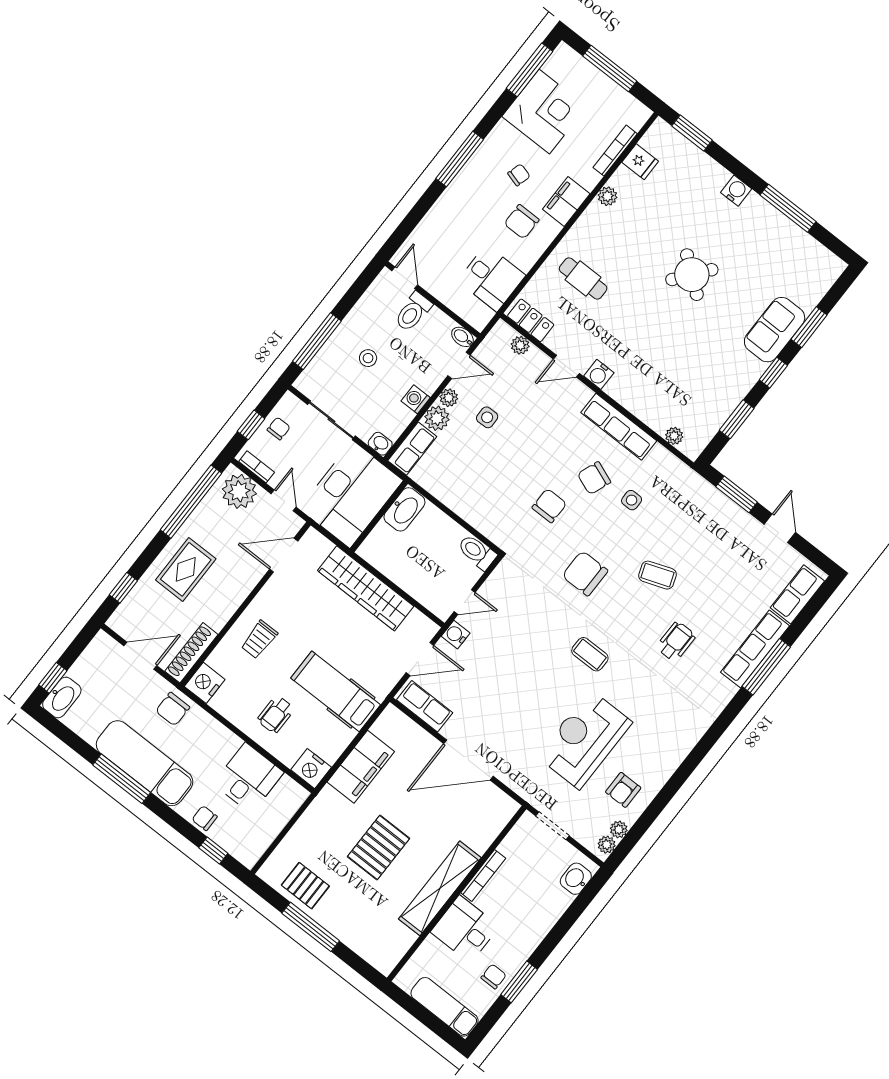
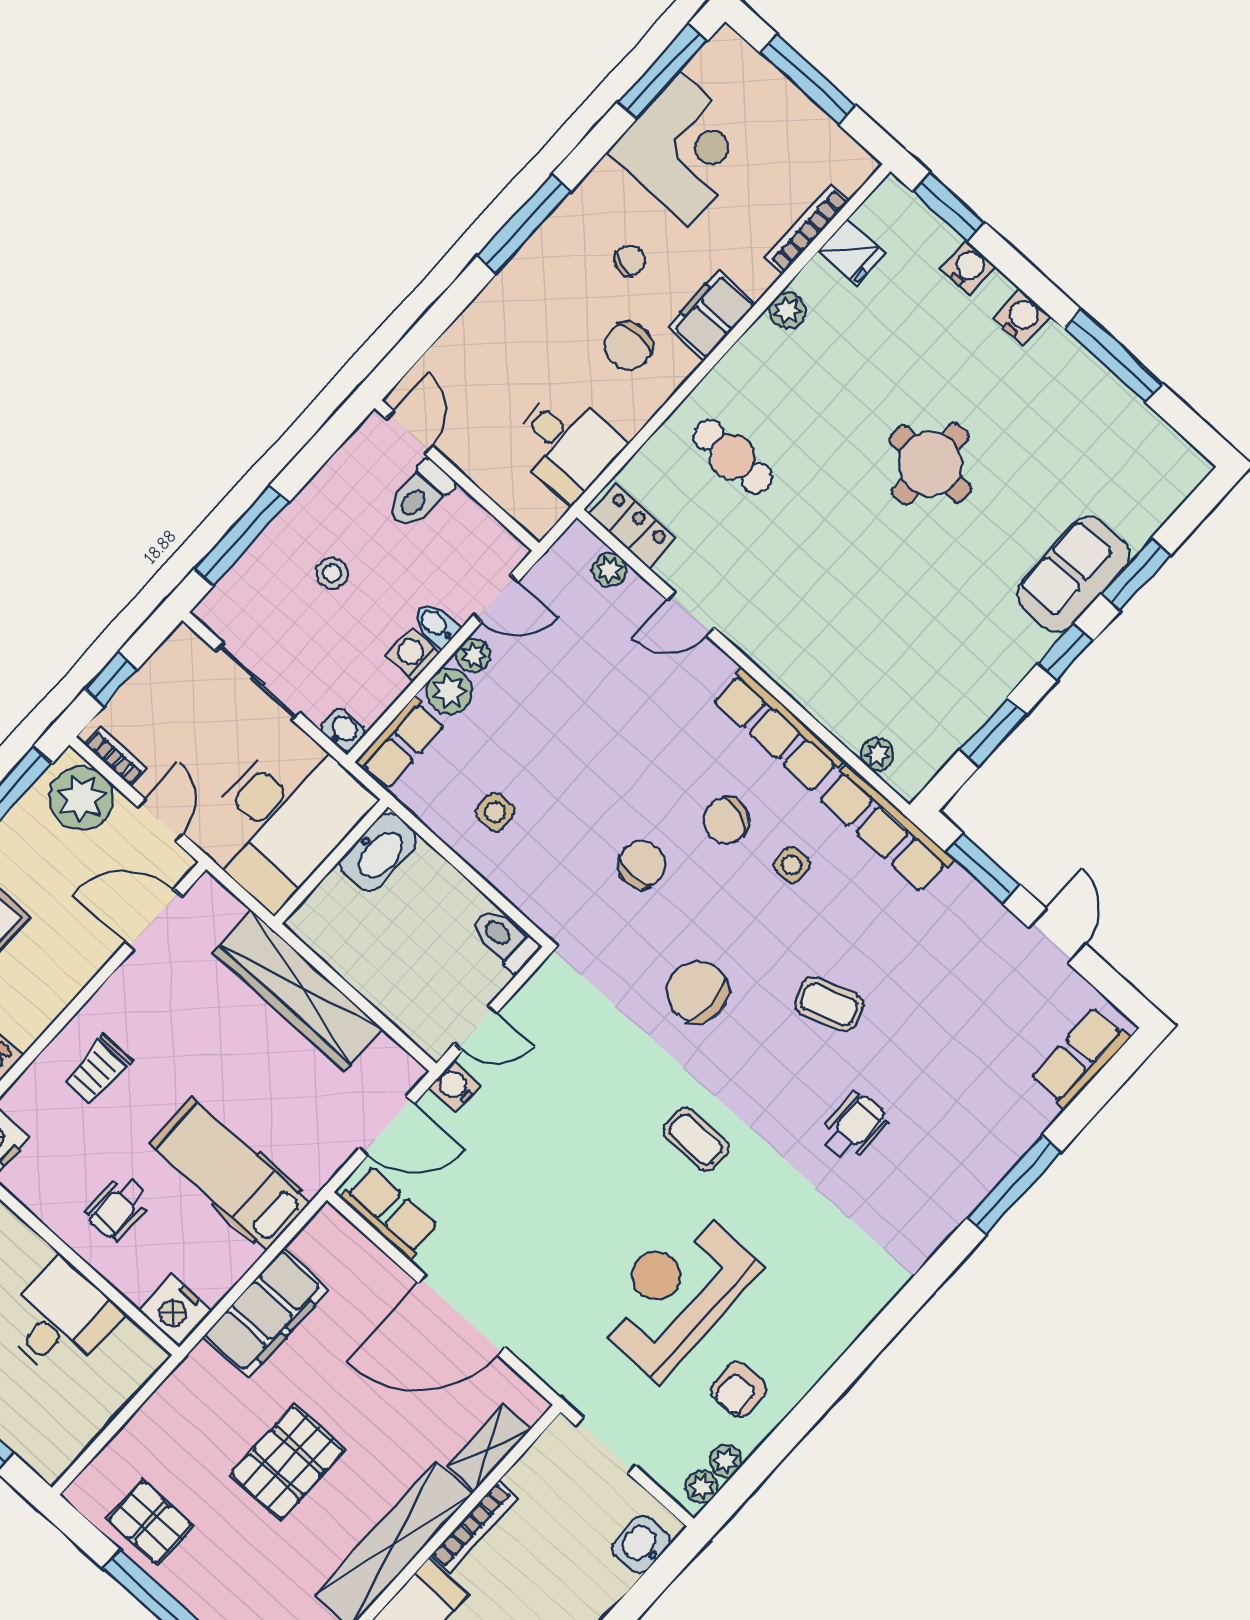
round table: (692, 275) -> (930, 464), turned -38
bidet: (462, 337) -> (436, 625), moved
water cooler: (599, 374) -> (968, 268), moved, turned 180
side table: (487, 417) -> (495, 812), moved
chair: (279, 428) -> (161, 689), removed
row of seats: (755, 649) -> (885, 829), moved, turned -90
shelving: (488, 832) -> (489, 1448), added

